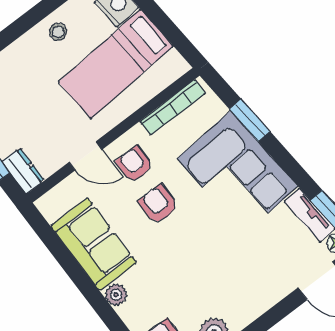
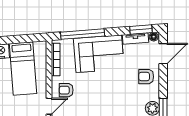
window: (250, 120) -> (83, 34), width x2.11
armchair: (158, 204) -> (146, 77), moved

